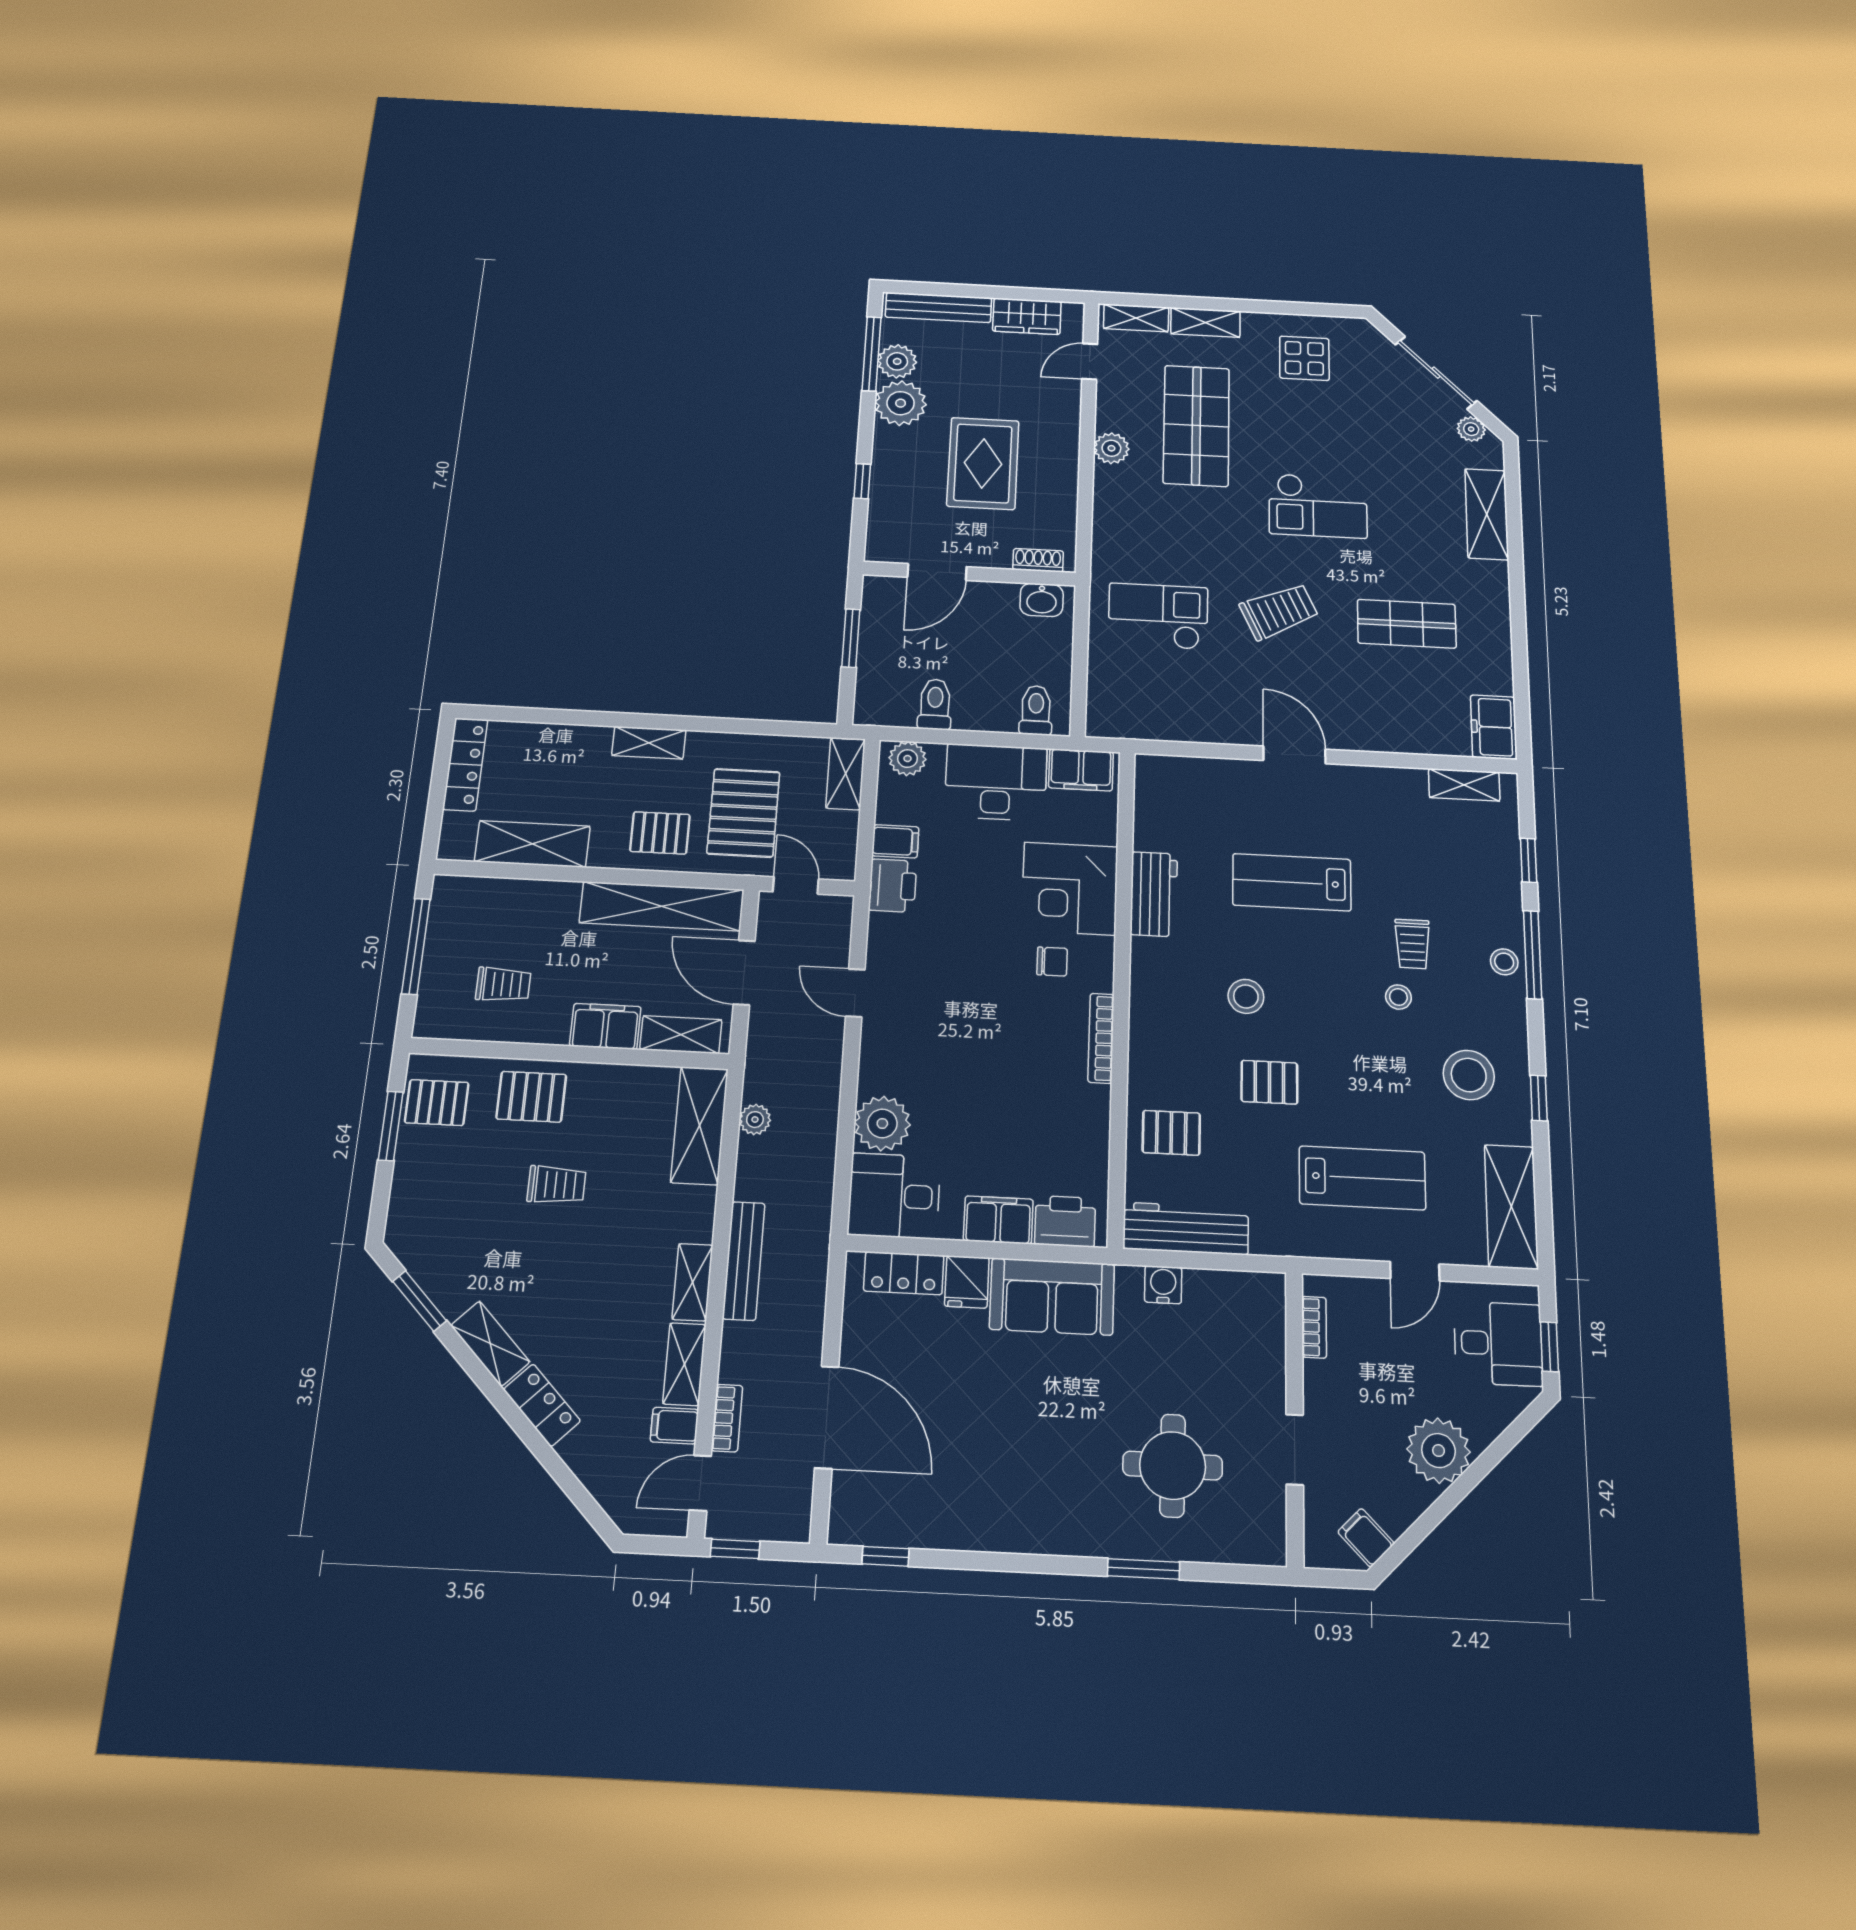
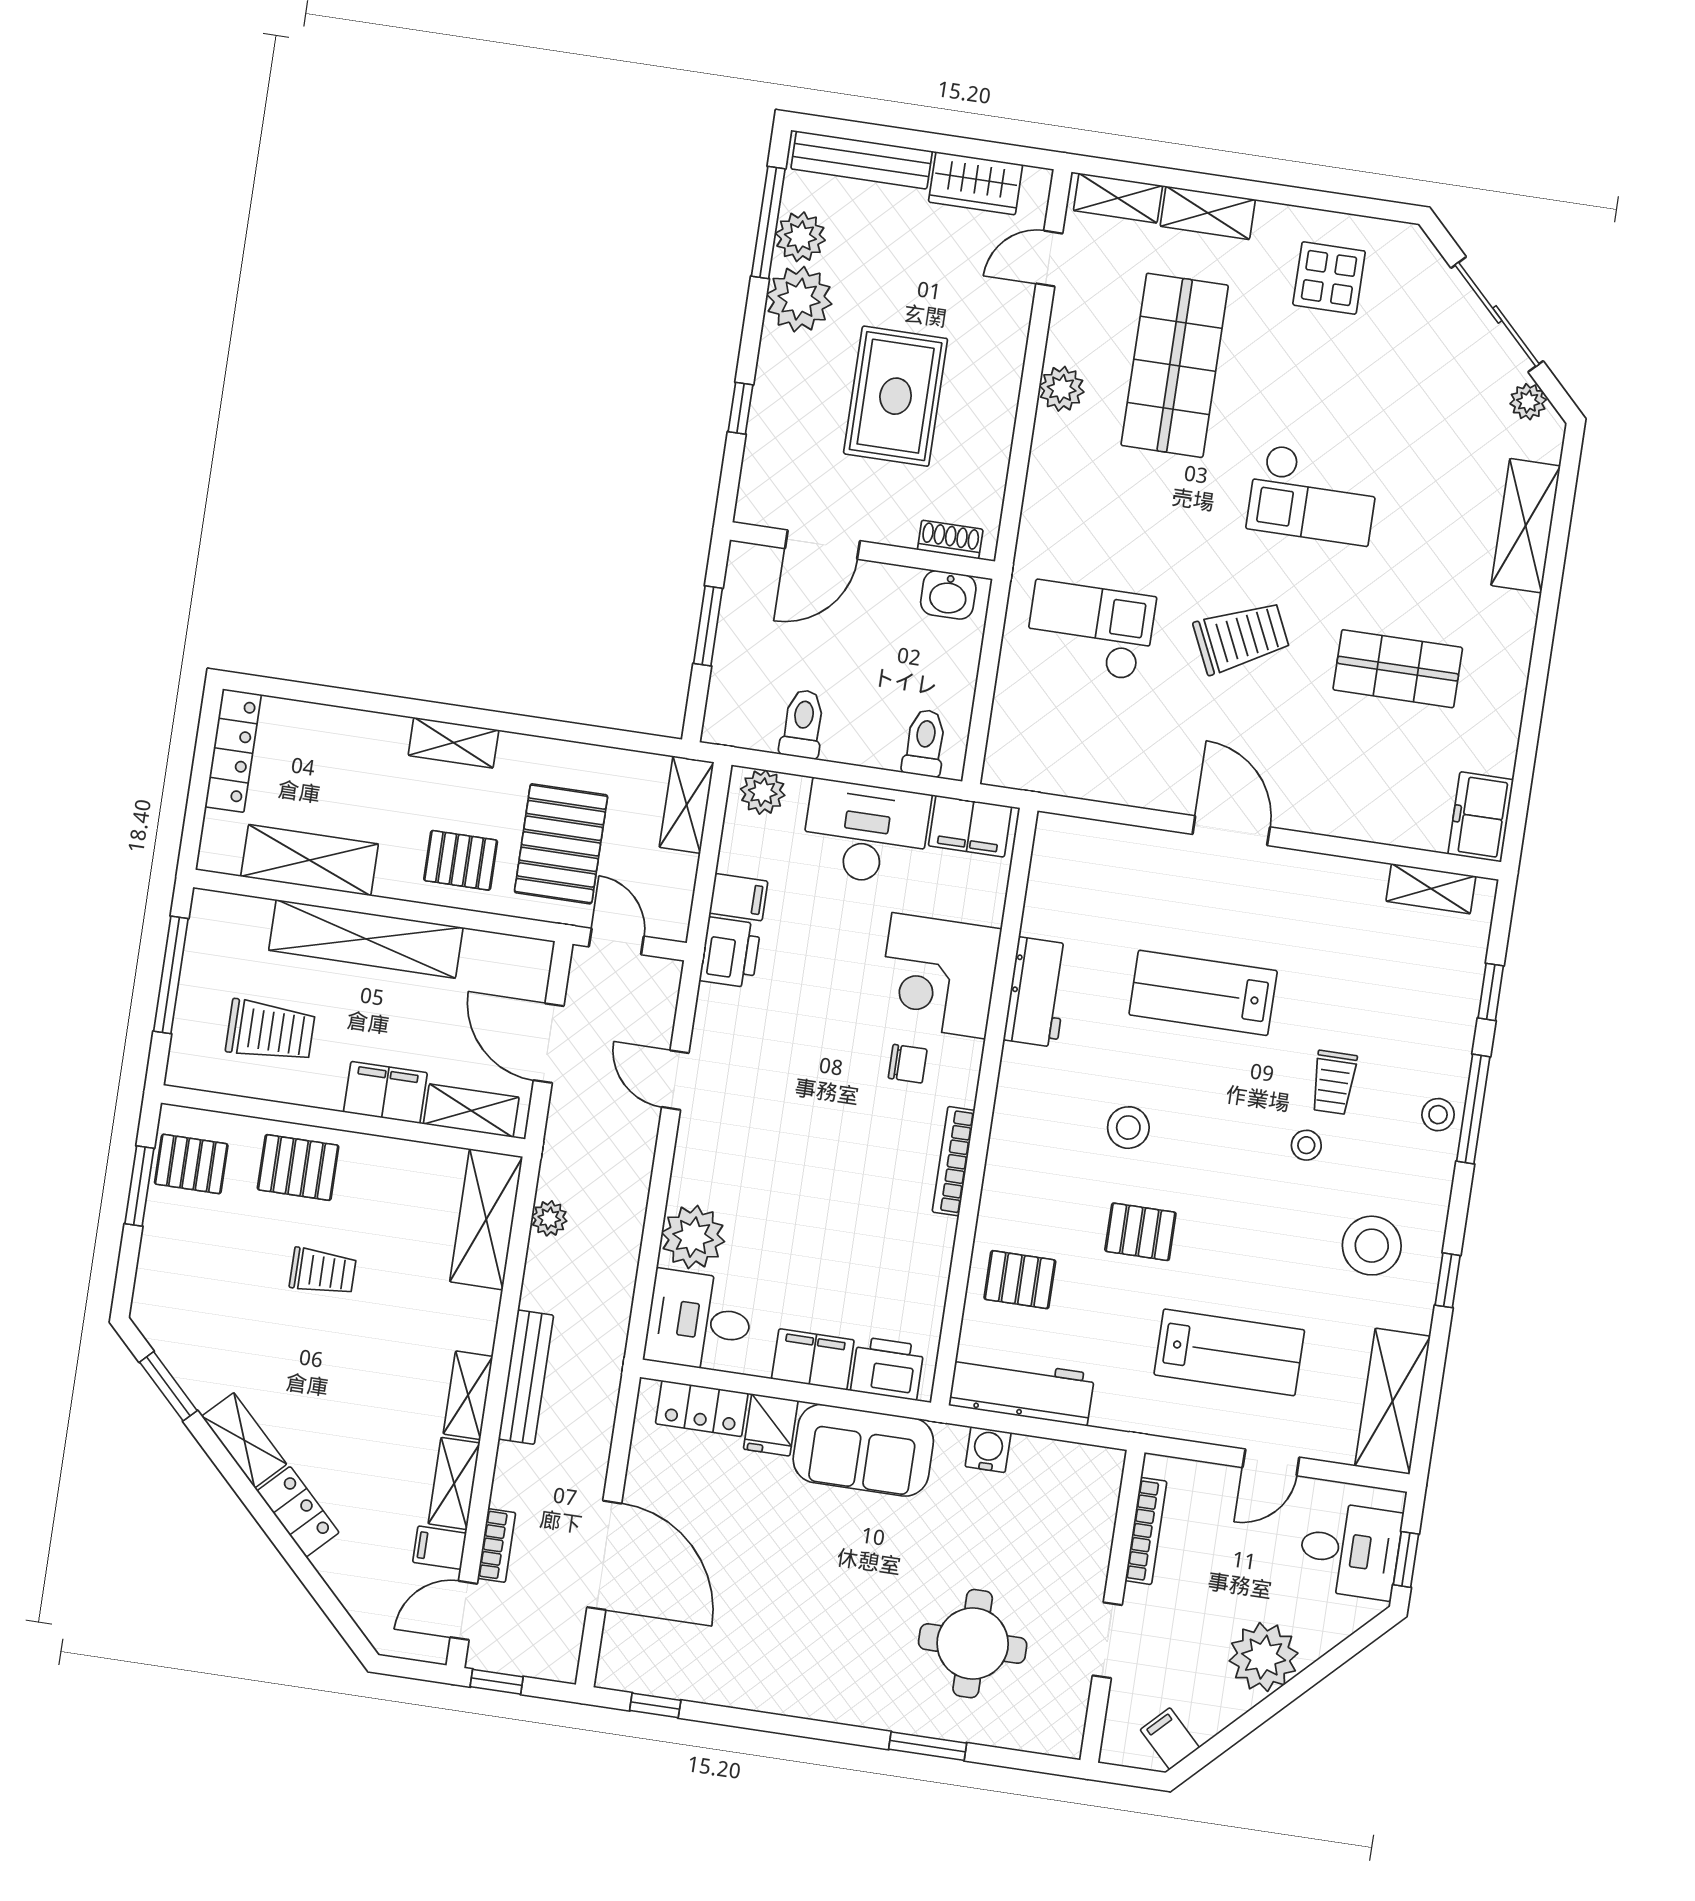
shelving: (662, 906) -> (366, 939), moved
trolley: (503, 984) -> (270, 1031), width x1.36, depth x1.39
bookcase: (1314, 1327) -> (1146, 1531), width x1.56

